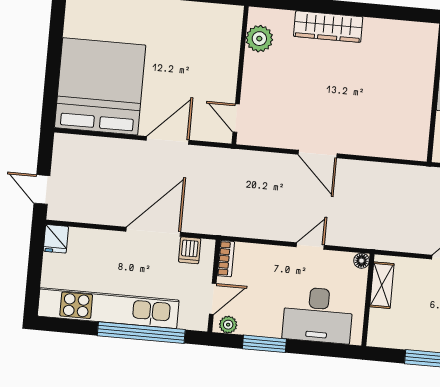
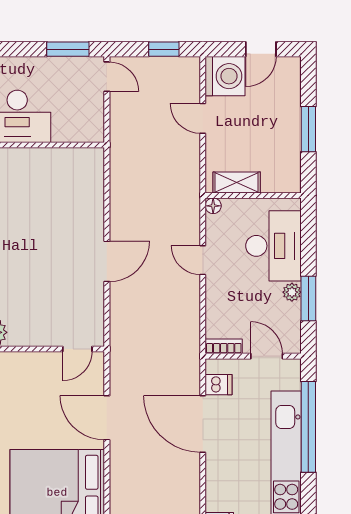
plant: (228, 325) -> (292, 292), moved

